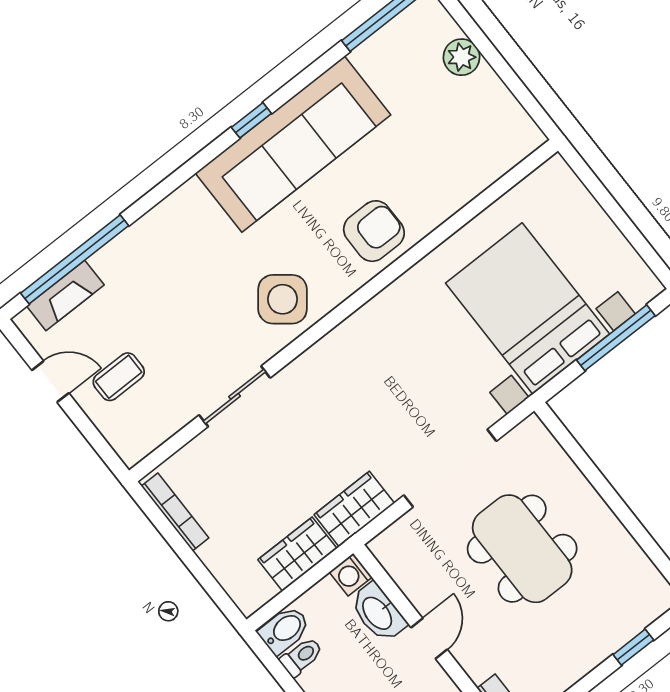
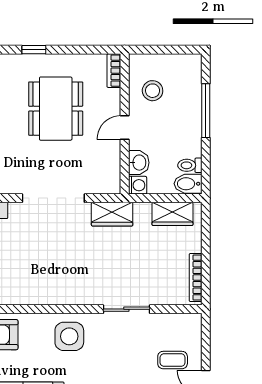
side table: (283, 299) -> (69, 336), turned -38
dining table: (522, 549) -> (56, 109), moved
wardrobe: (297, 554) -> (172, 214), moved
washbasin: (378, 613) -> (139, 163), width x0.72

